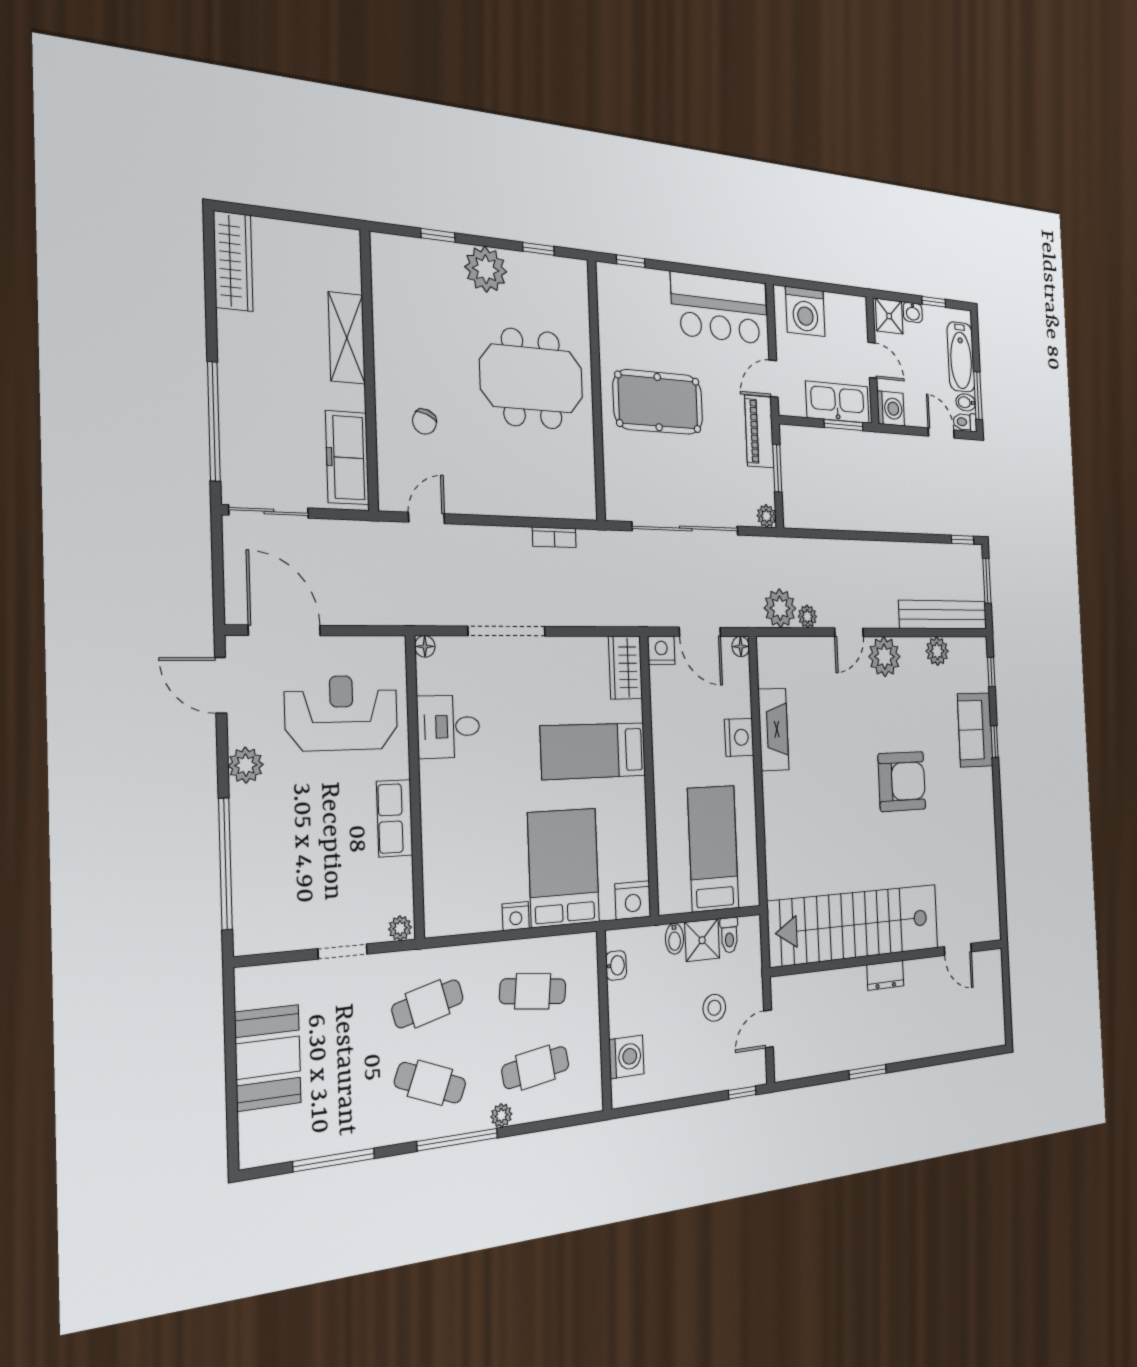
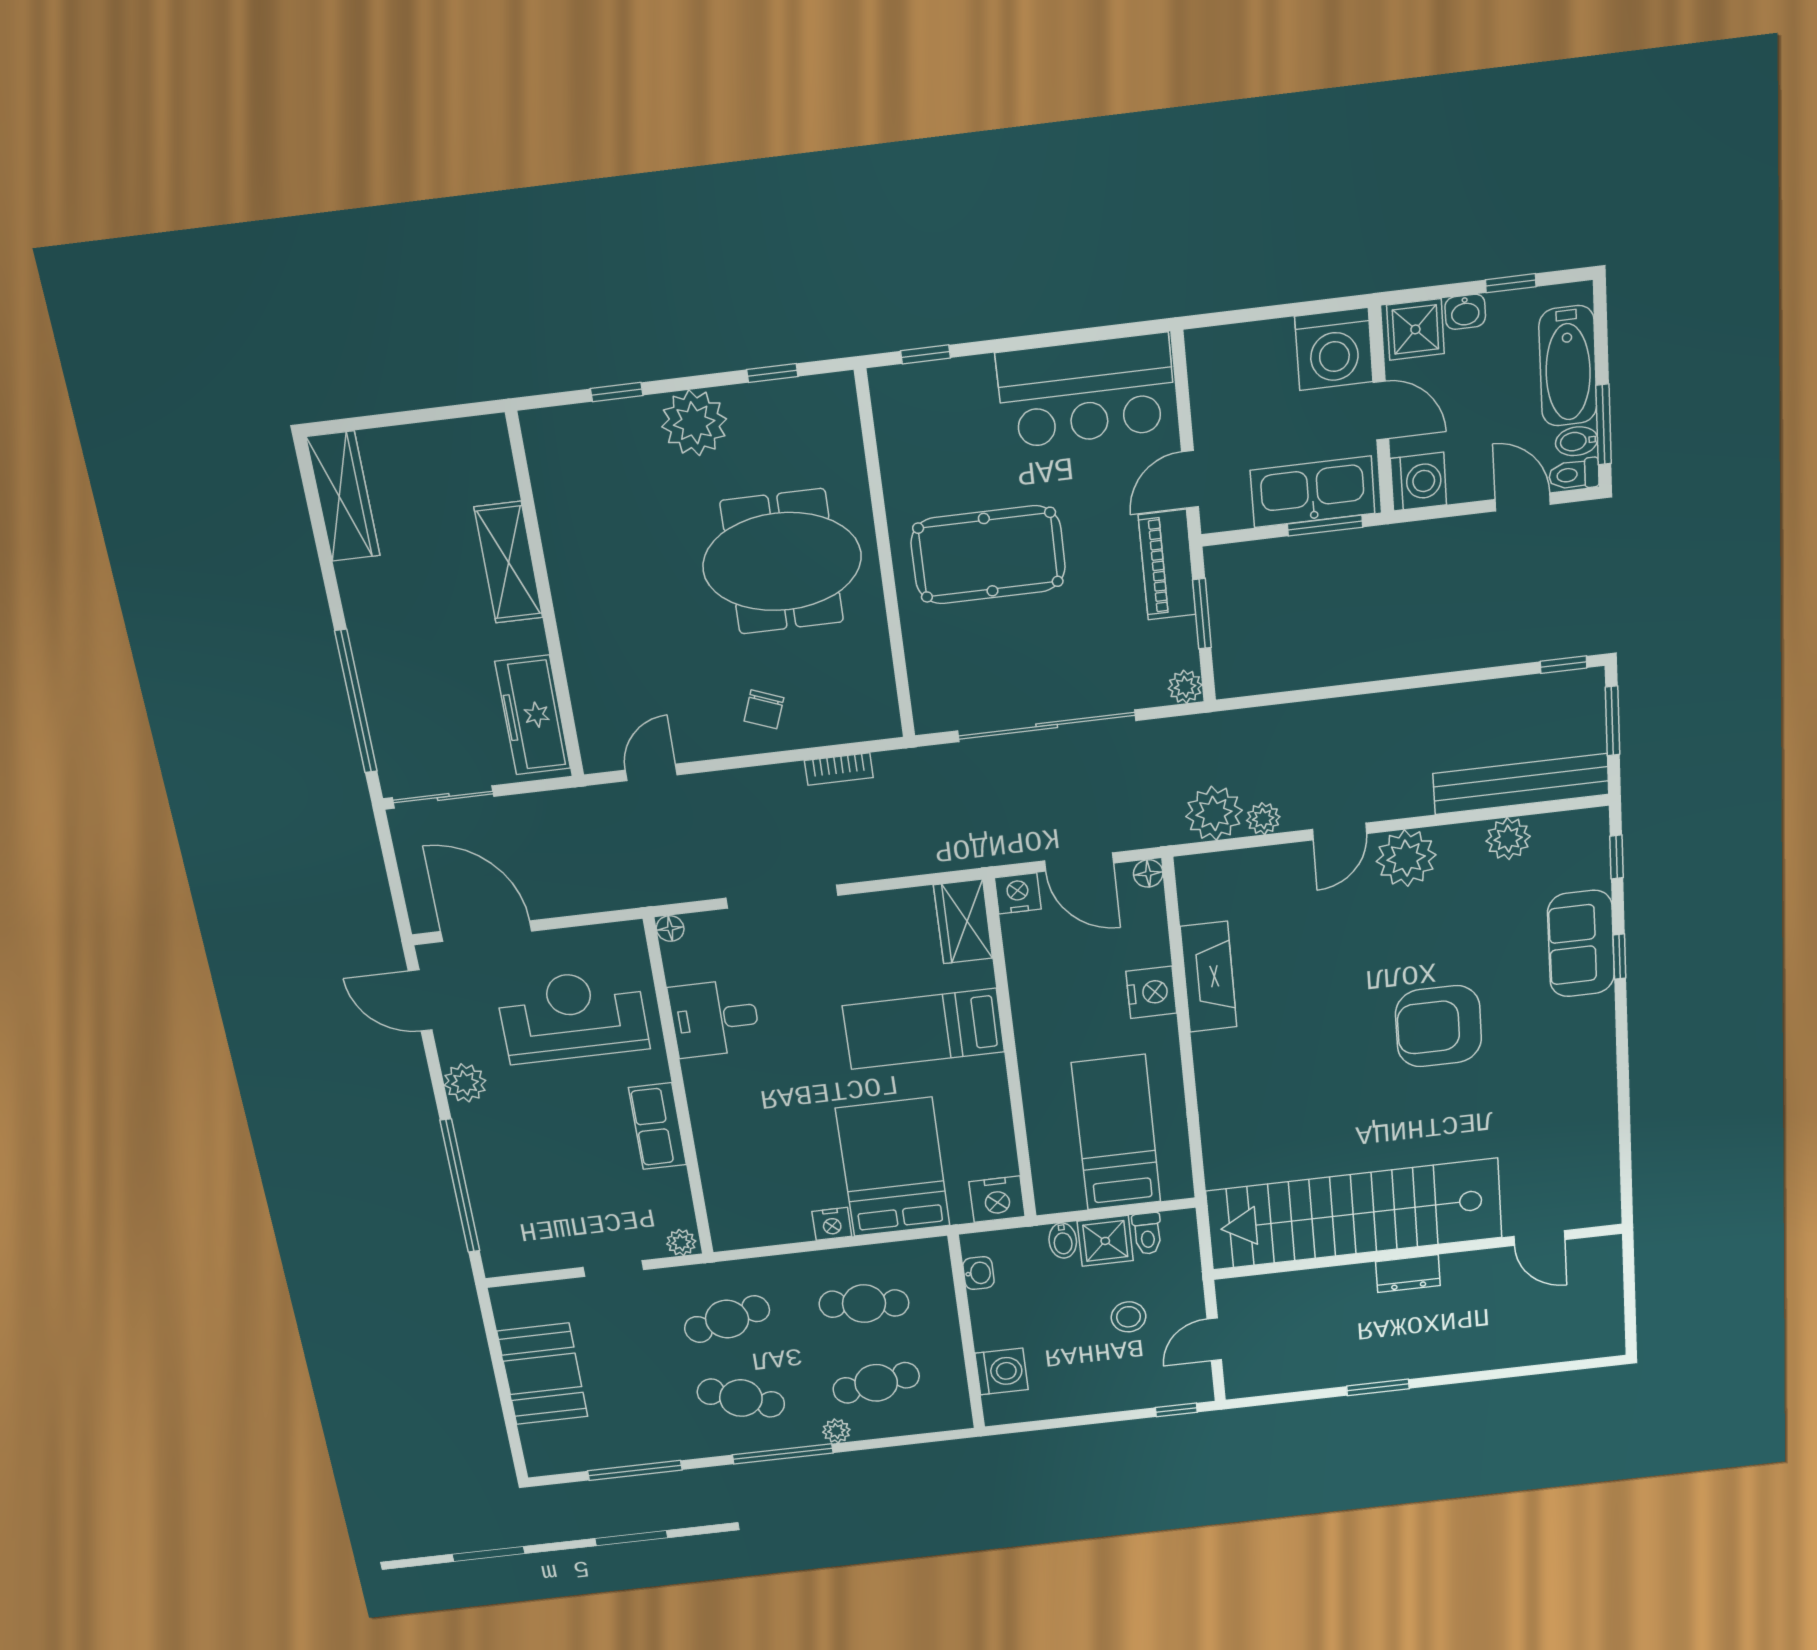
washing machine: (805, 311) -> (1334, 349), moved
chair: (424, 422) -> (764, 709), moved
armchair: (902, 781) -> (1438, 1026), turned 180

